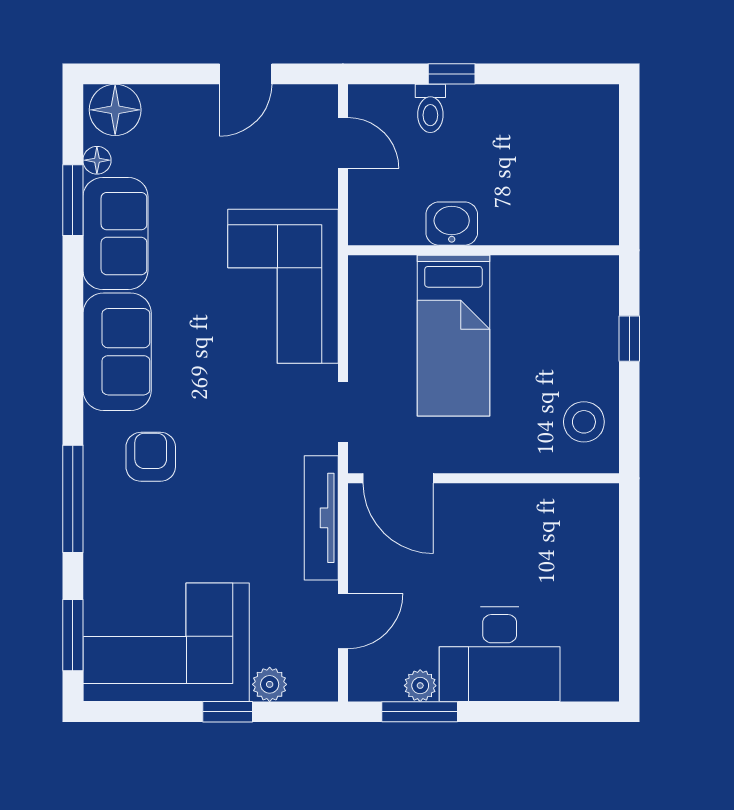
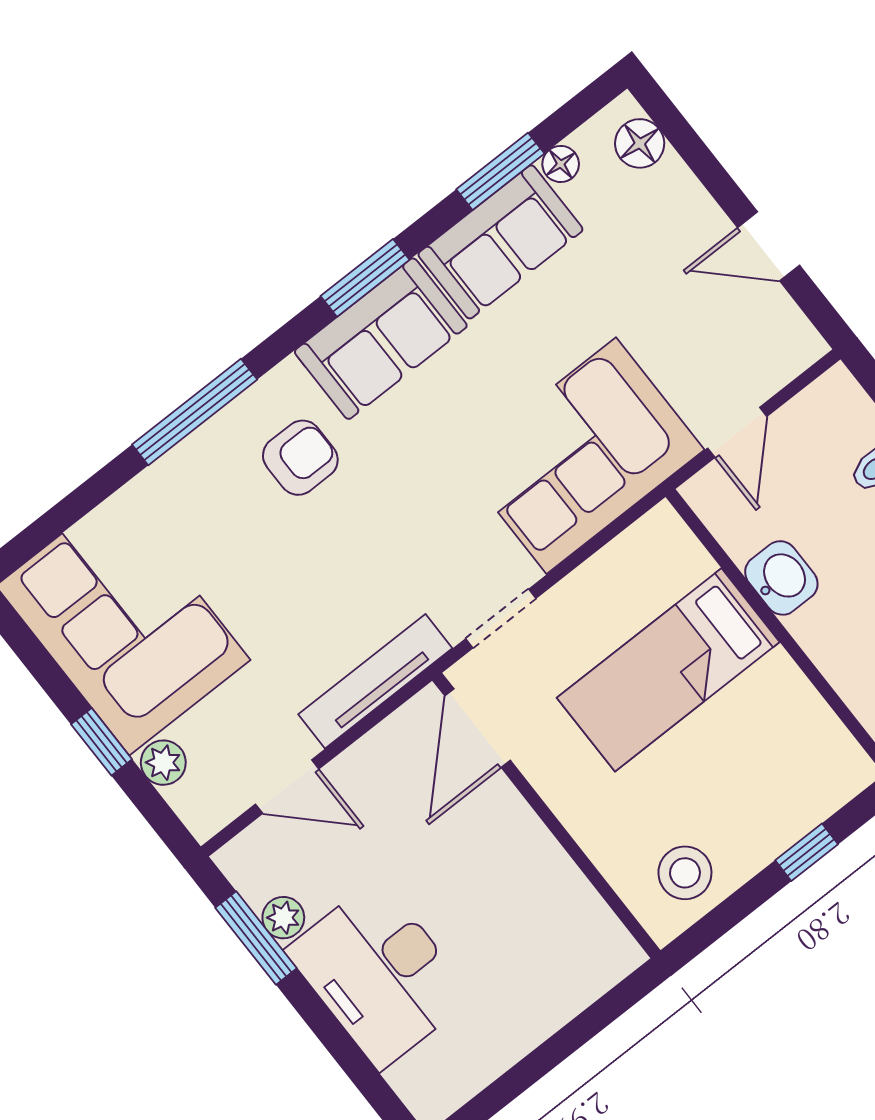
floor lamp: (115, 110) -> (640, 143), width x0.73, depth x0.73
door: (343, 143) -> (737, 432), moved
window: (73, 635) -> (365, 278), moved

